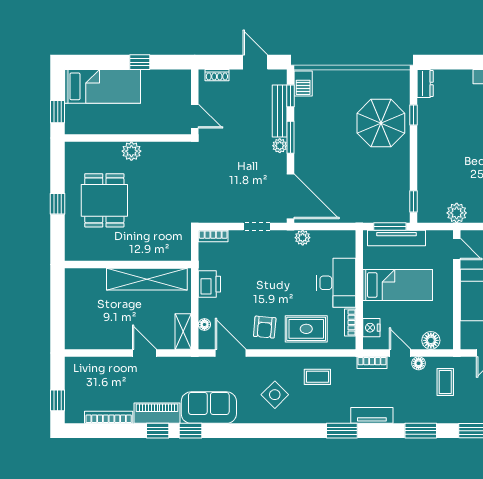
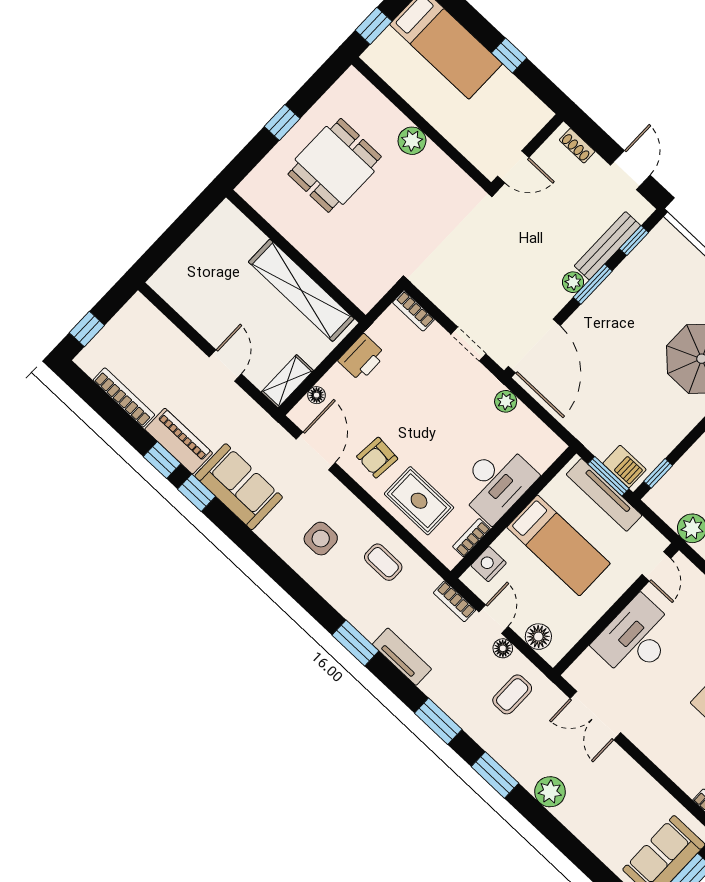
barbecue: (303, 84) -> (624, 467), moved, turned -90
door: (195, 116) -> (513, 167), hinge flipped
side table: (275, 395) -> (321, 539), turned 45

